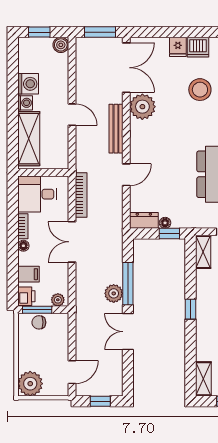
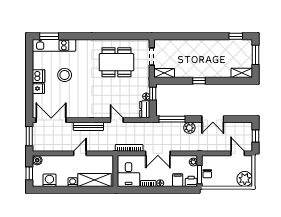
washing machine: (28, 84) -> (49, 180), moved
plant: (142, 107) -> (75, 110), removed
window: (128, 284) -> (172, 119), moved

